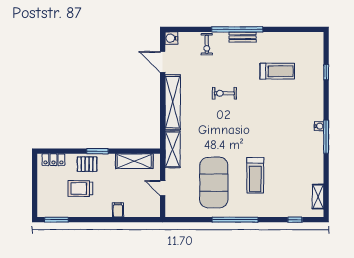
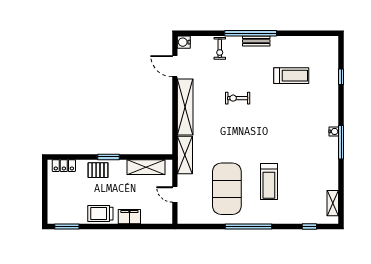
trolley: (80, 189) -> (100, 214), moved
filing cabinet: (118, 210) -> (129, 217), width x2.00

